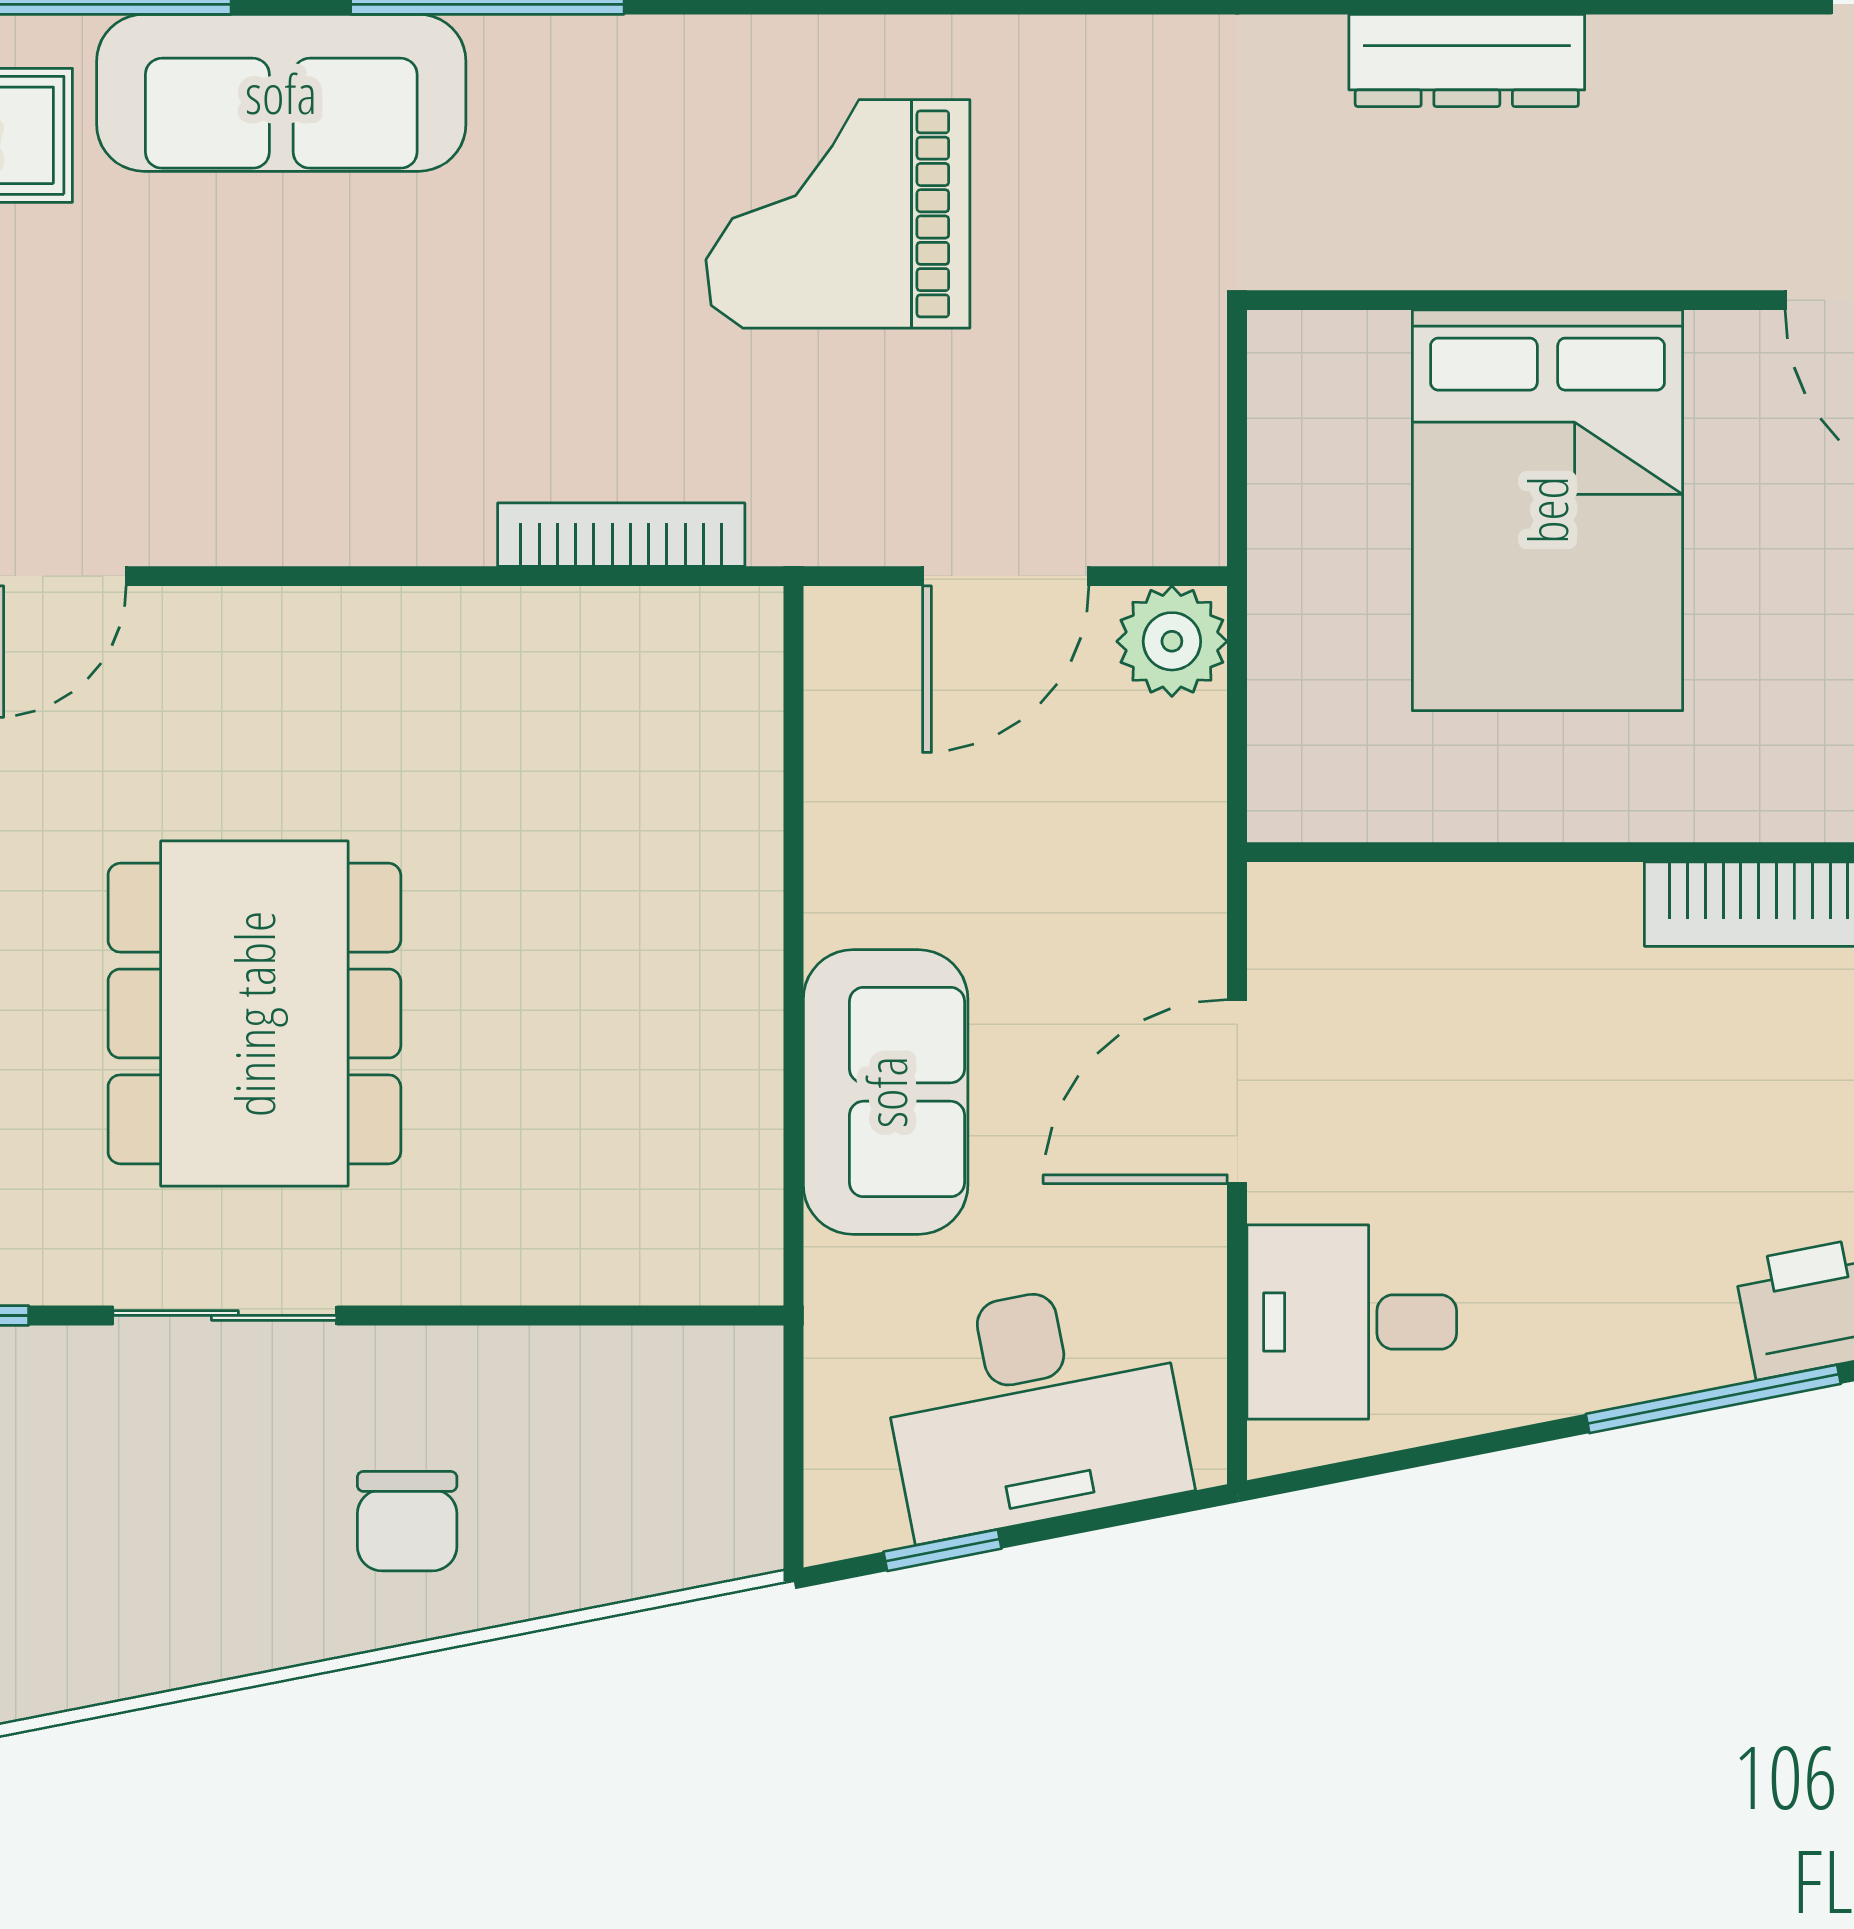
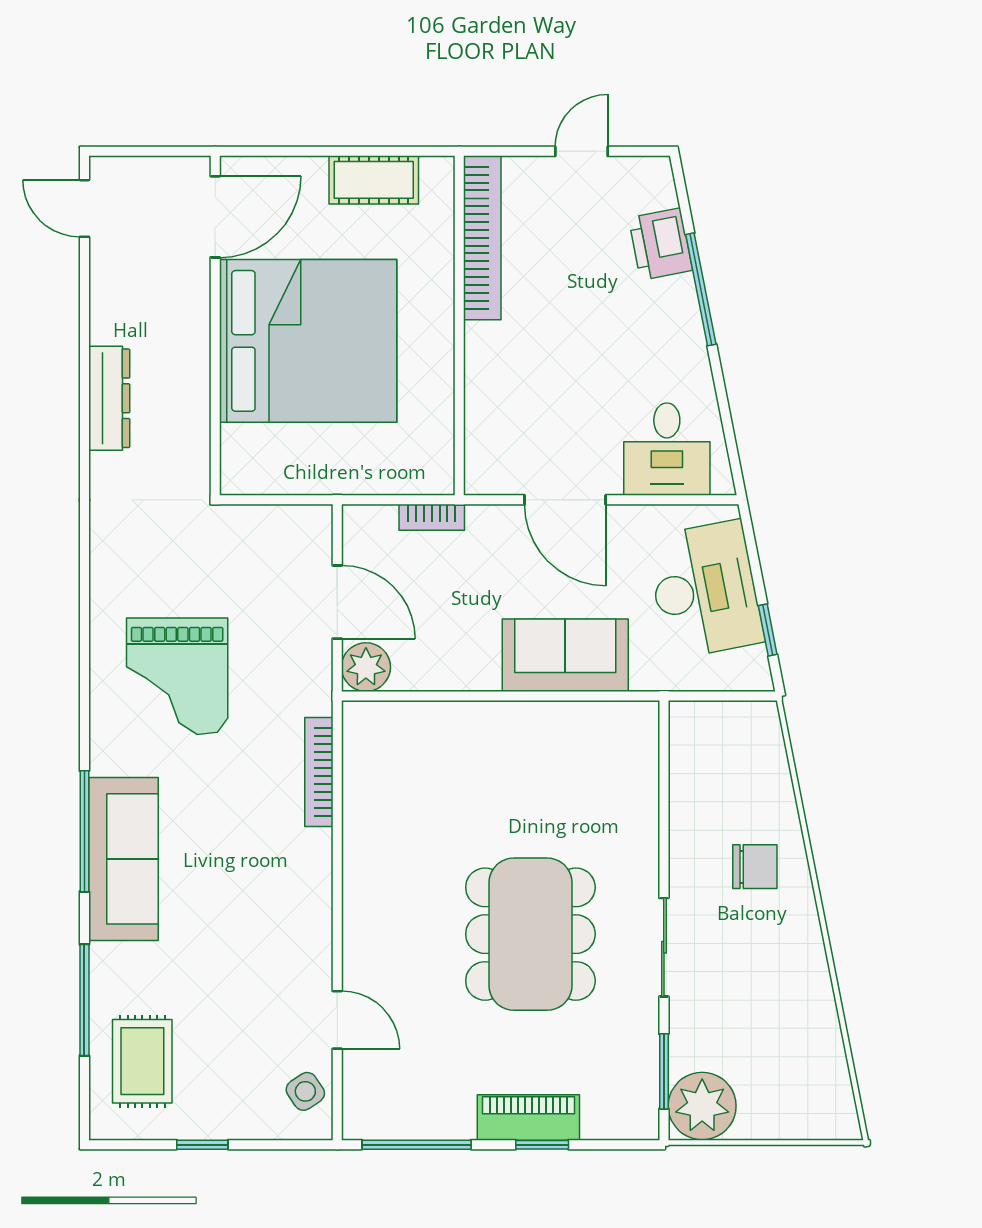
sofa: (281, 93) -> (124, 859), moved
bed: (1547, 510) -> (308, 341), width x1.36
plant: (1172, 641) -> (366, 667), moved
bookcase: (1198, 790) -> (432, 517), added
dining table: (254, 1014) -> (530, 934), turned 90

